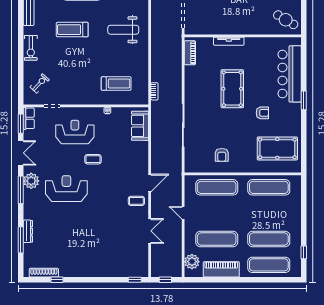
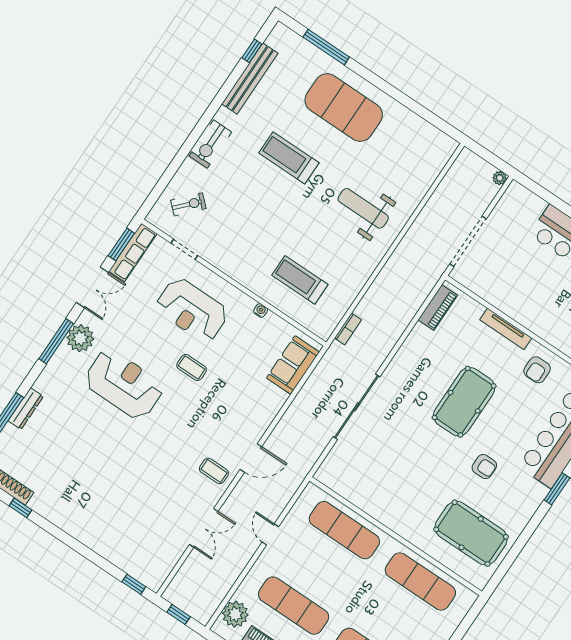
treadmill: (116, 83) -> (300, 280), turned 180
row of seats: (29, 118) -> (133, 252), width x1.48
reception desk: (75, 132) -> (192, 310), turned 180
armchair: (222, 155) -> (537, 370), moved

